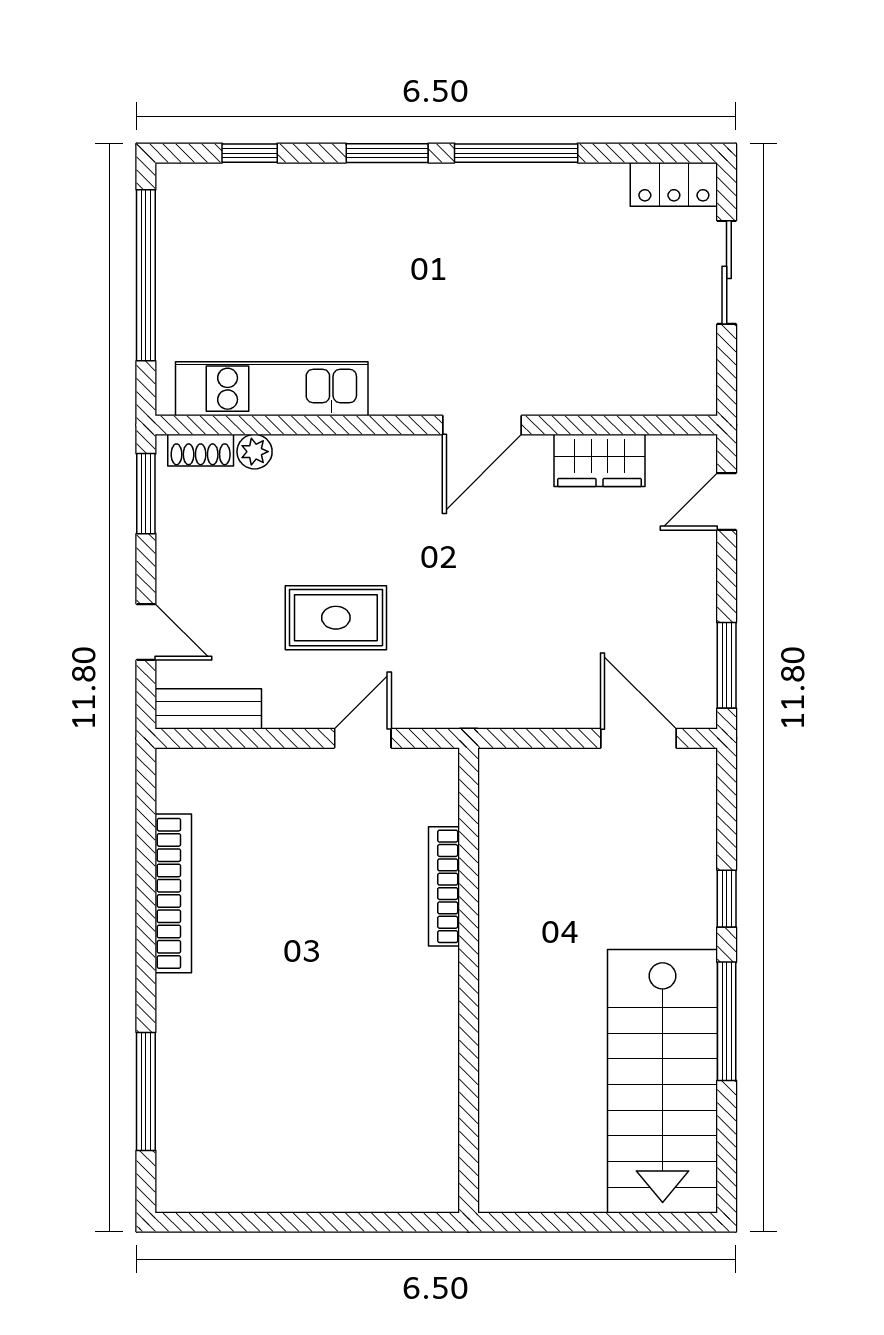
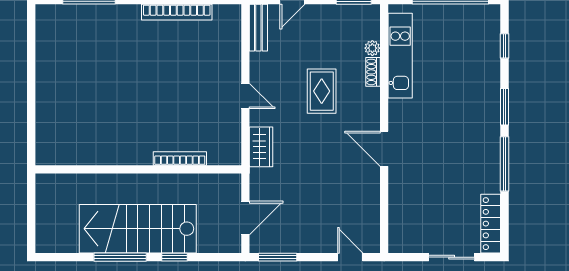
locker: (674, 184) -> (491, 224), width x1.53
shoe rack: (201, 450) -> (373, 72), moved
wardrobe: (600, 460) -> (261, 147), moved, turned 180
rug: (336, 618) -> (322, 91), moved
bookcase: (444, 886) -> (180, 158), moved
wall: (469, 980) -> (138, 169), moved
stairs: (663, 1081) -> (138, 229), moved

